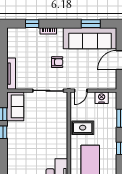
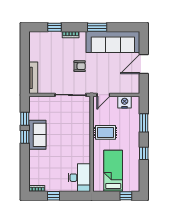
window: (91, 24) -> (97, 27), moved
sofa: (15, 106) -> (37, 135), moved

